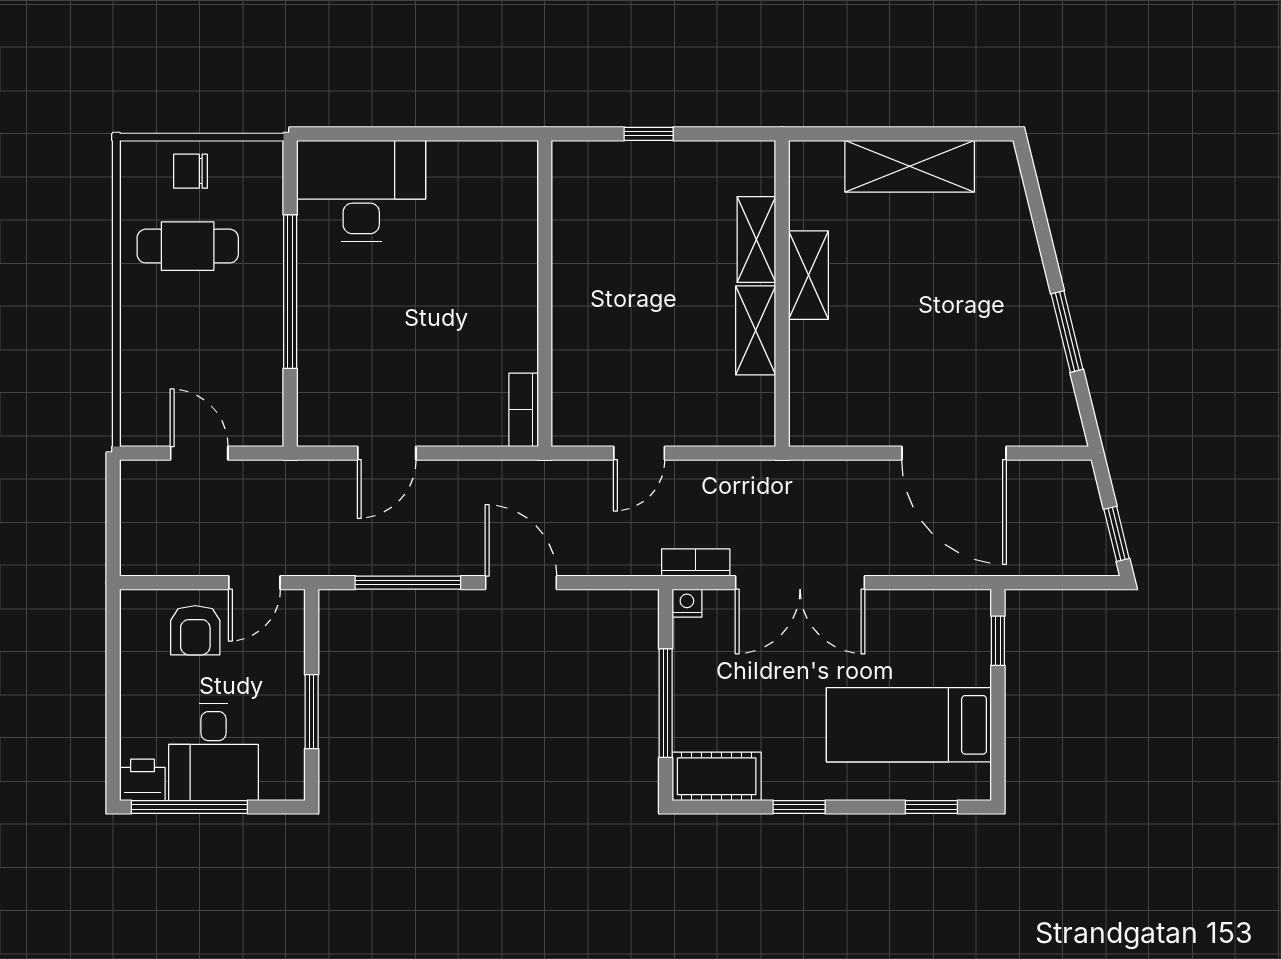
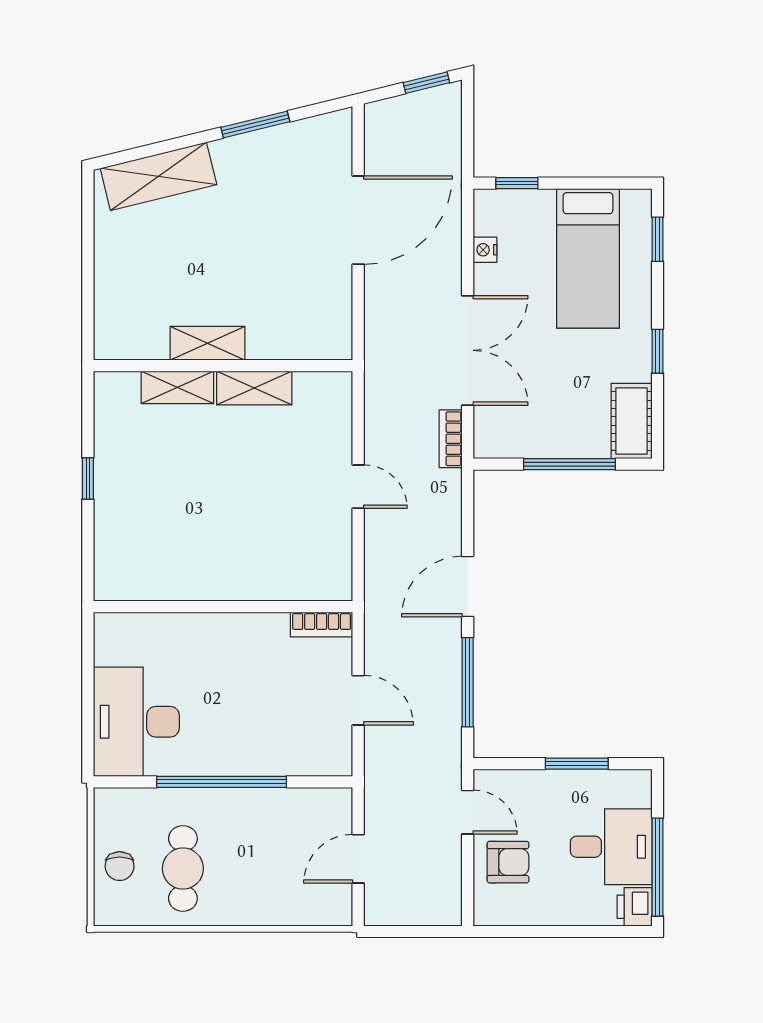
shelving: (910, 166) -> (158, 176), moved, turned 76
wall: (545, 293) -> (223, 607), moved
bookcase: (524, 410) -> (322, 624), moved
nightstand: (687, 603) -> (485, 250), moved

